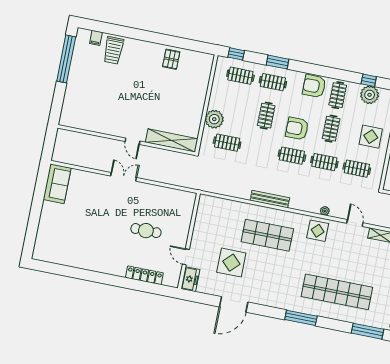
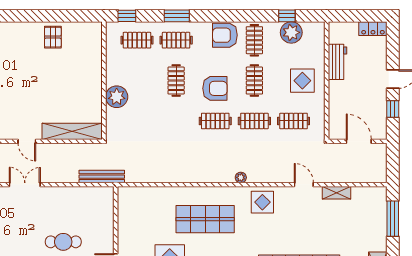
armchair: (297, 129) -> (215, 88), turned 180
clothes rail: (227, 143) -> (137, 121), removed
bench: (270, 199) -> (102, 177), moved
plant: (325, 211) -> (241, 177), moved

